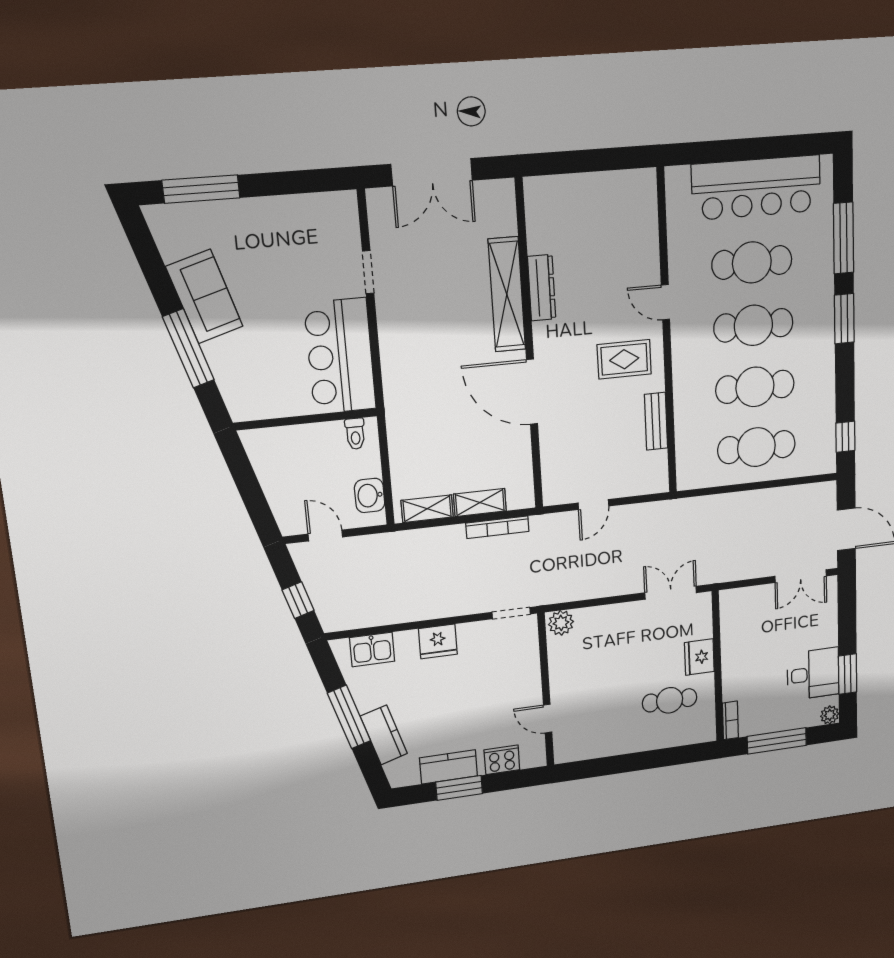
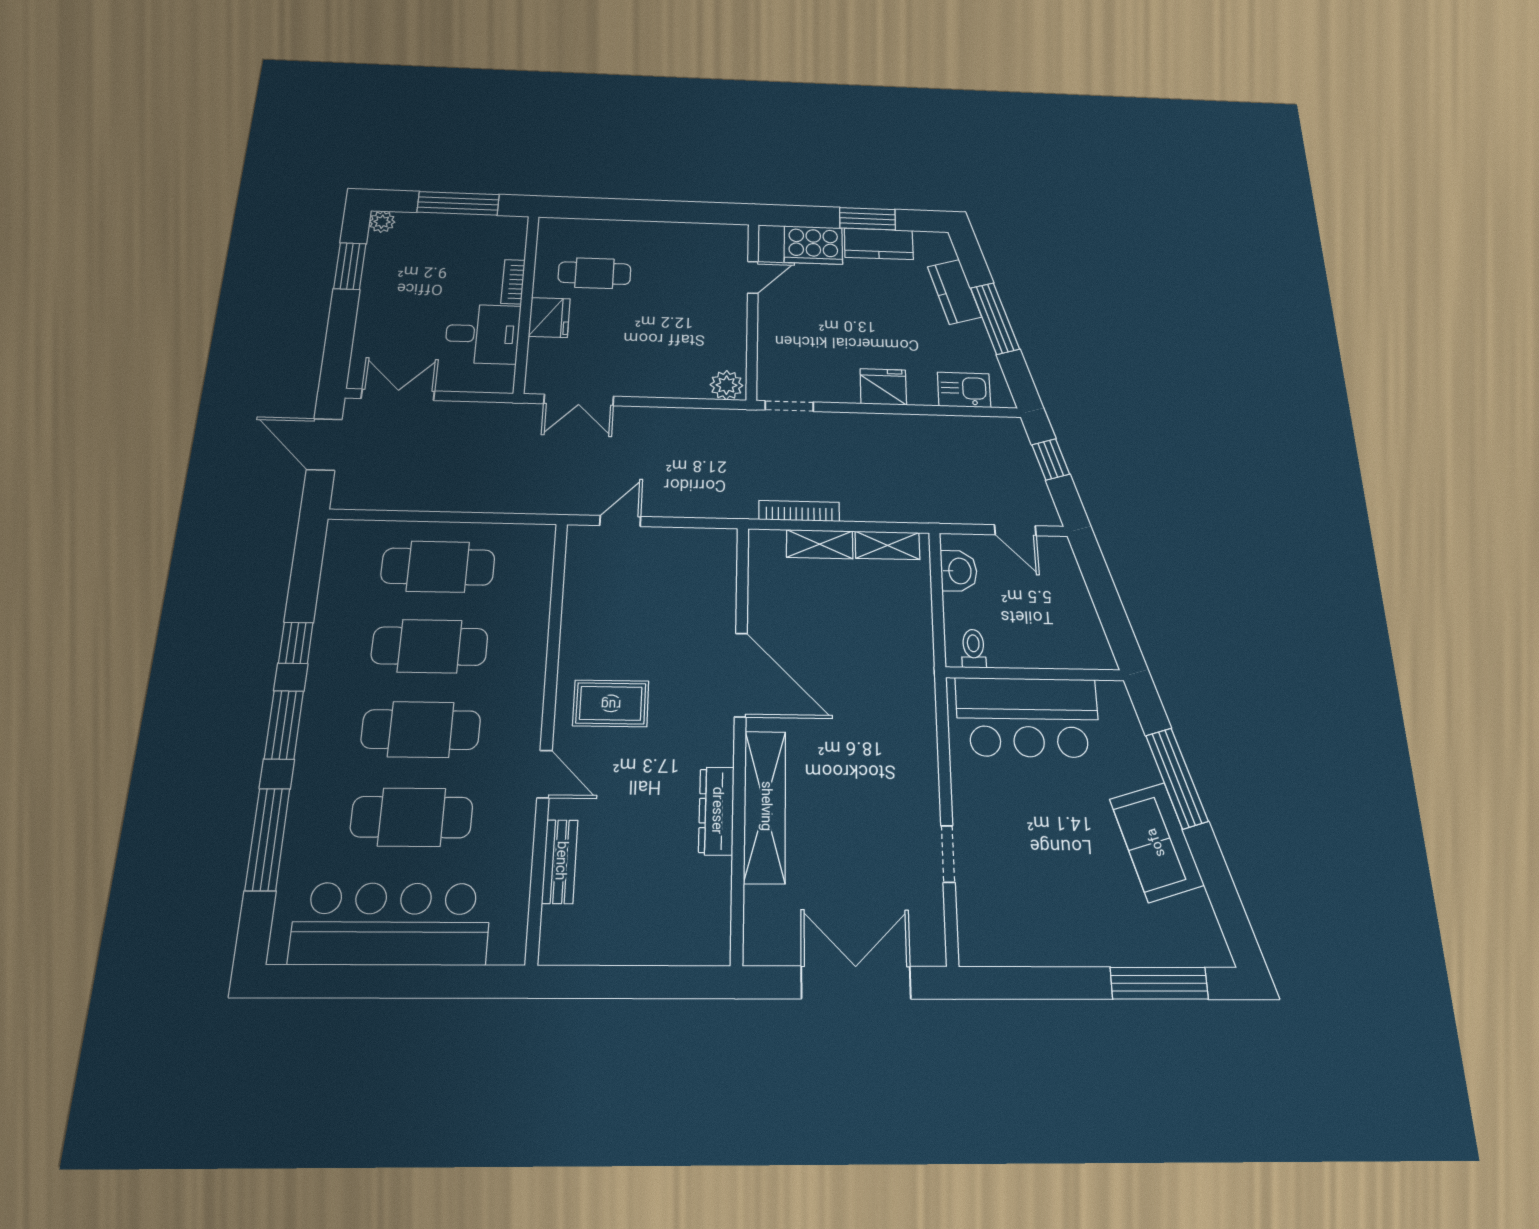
bar counter: (340, 356) -> (1028, 717), moved, turned 90
bench: (656, 421) -> (560, 861), moved
window: (845, 437) -> (296, 643), moved
door: (593, 505) -> (620, 521), moved
desk: (813, 674) -> (483, 334), moved, turned 180
door: (548, 719) -> (753, 277), hinge flipped
bookcase: (730, 720) -> (513, 282), moved
cooker: (502, 760) -> (813, 245), width x1.37, depth x1.31

